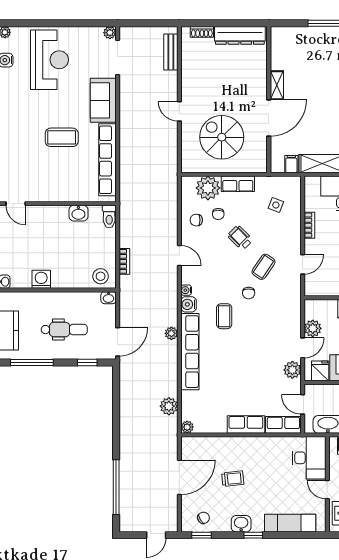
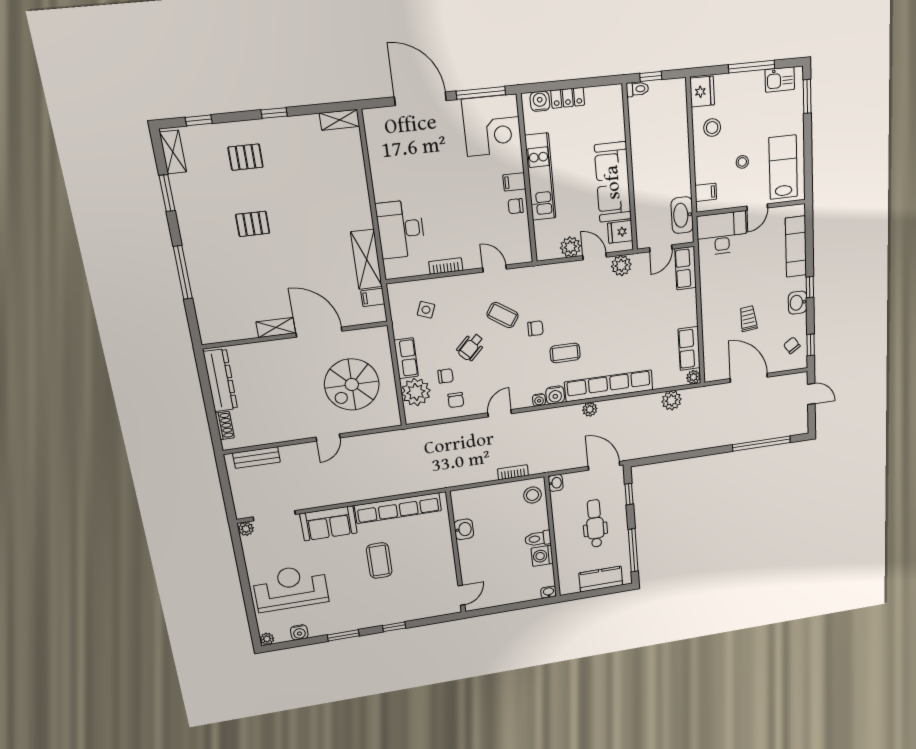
toilet: (109, 217) -> (538, 539), moved, turned 180
row of seats: (246, 425) -> (689, 348), moved

